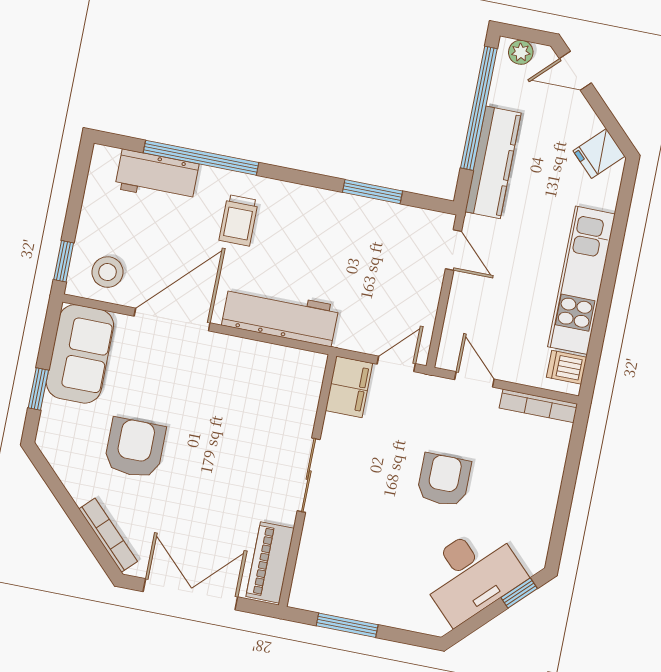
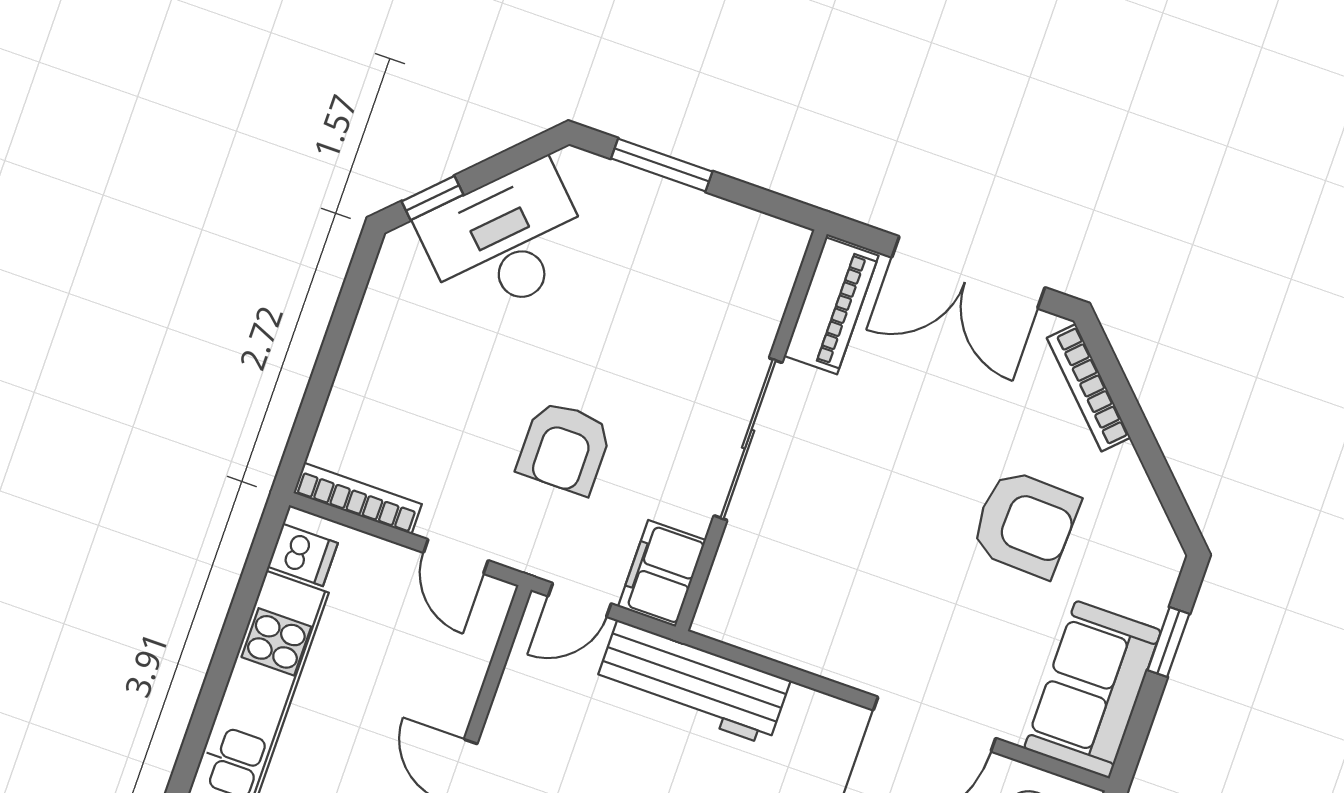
workbench: (280, 316) -> (693, 683), moved
armchair: (135, 448) -> (1025, 524), turned -88
sliding door: (309, 475) -> (748, 439), width x1.37
armchair: (444, 480) -> (564, 448), moved
window: (347, 625) -> (662, 165), moved

